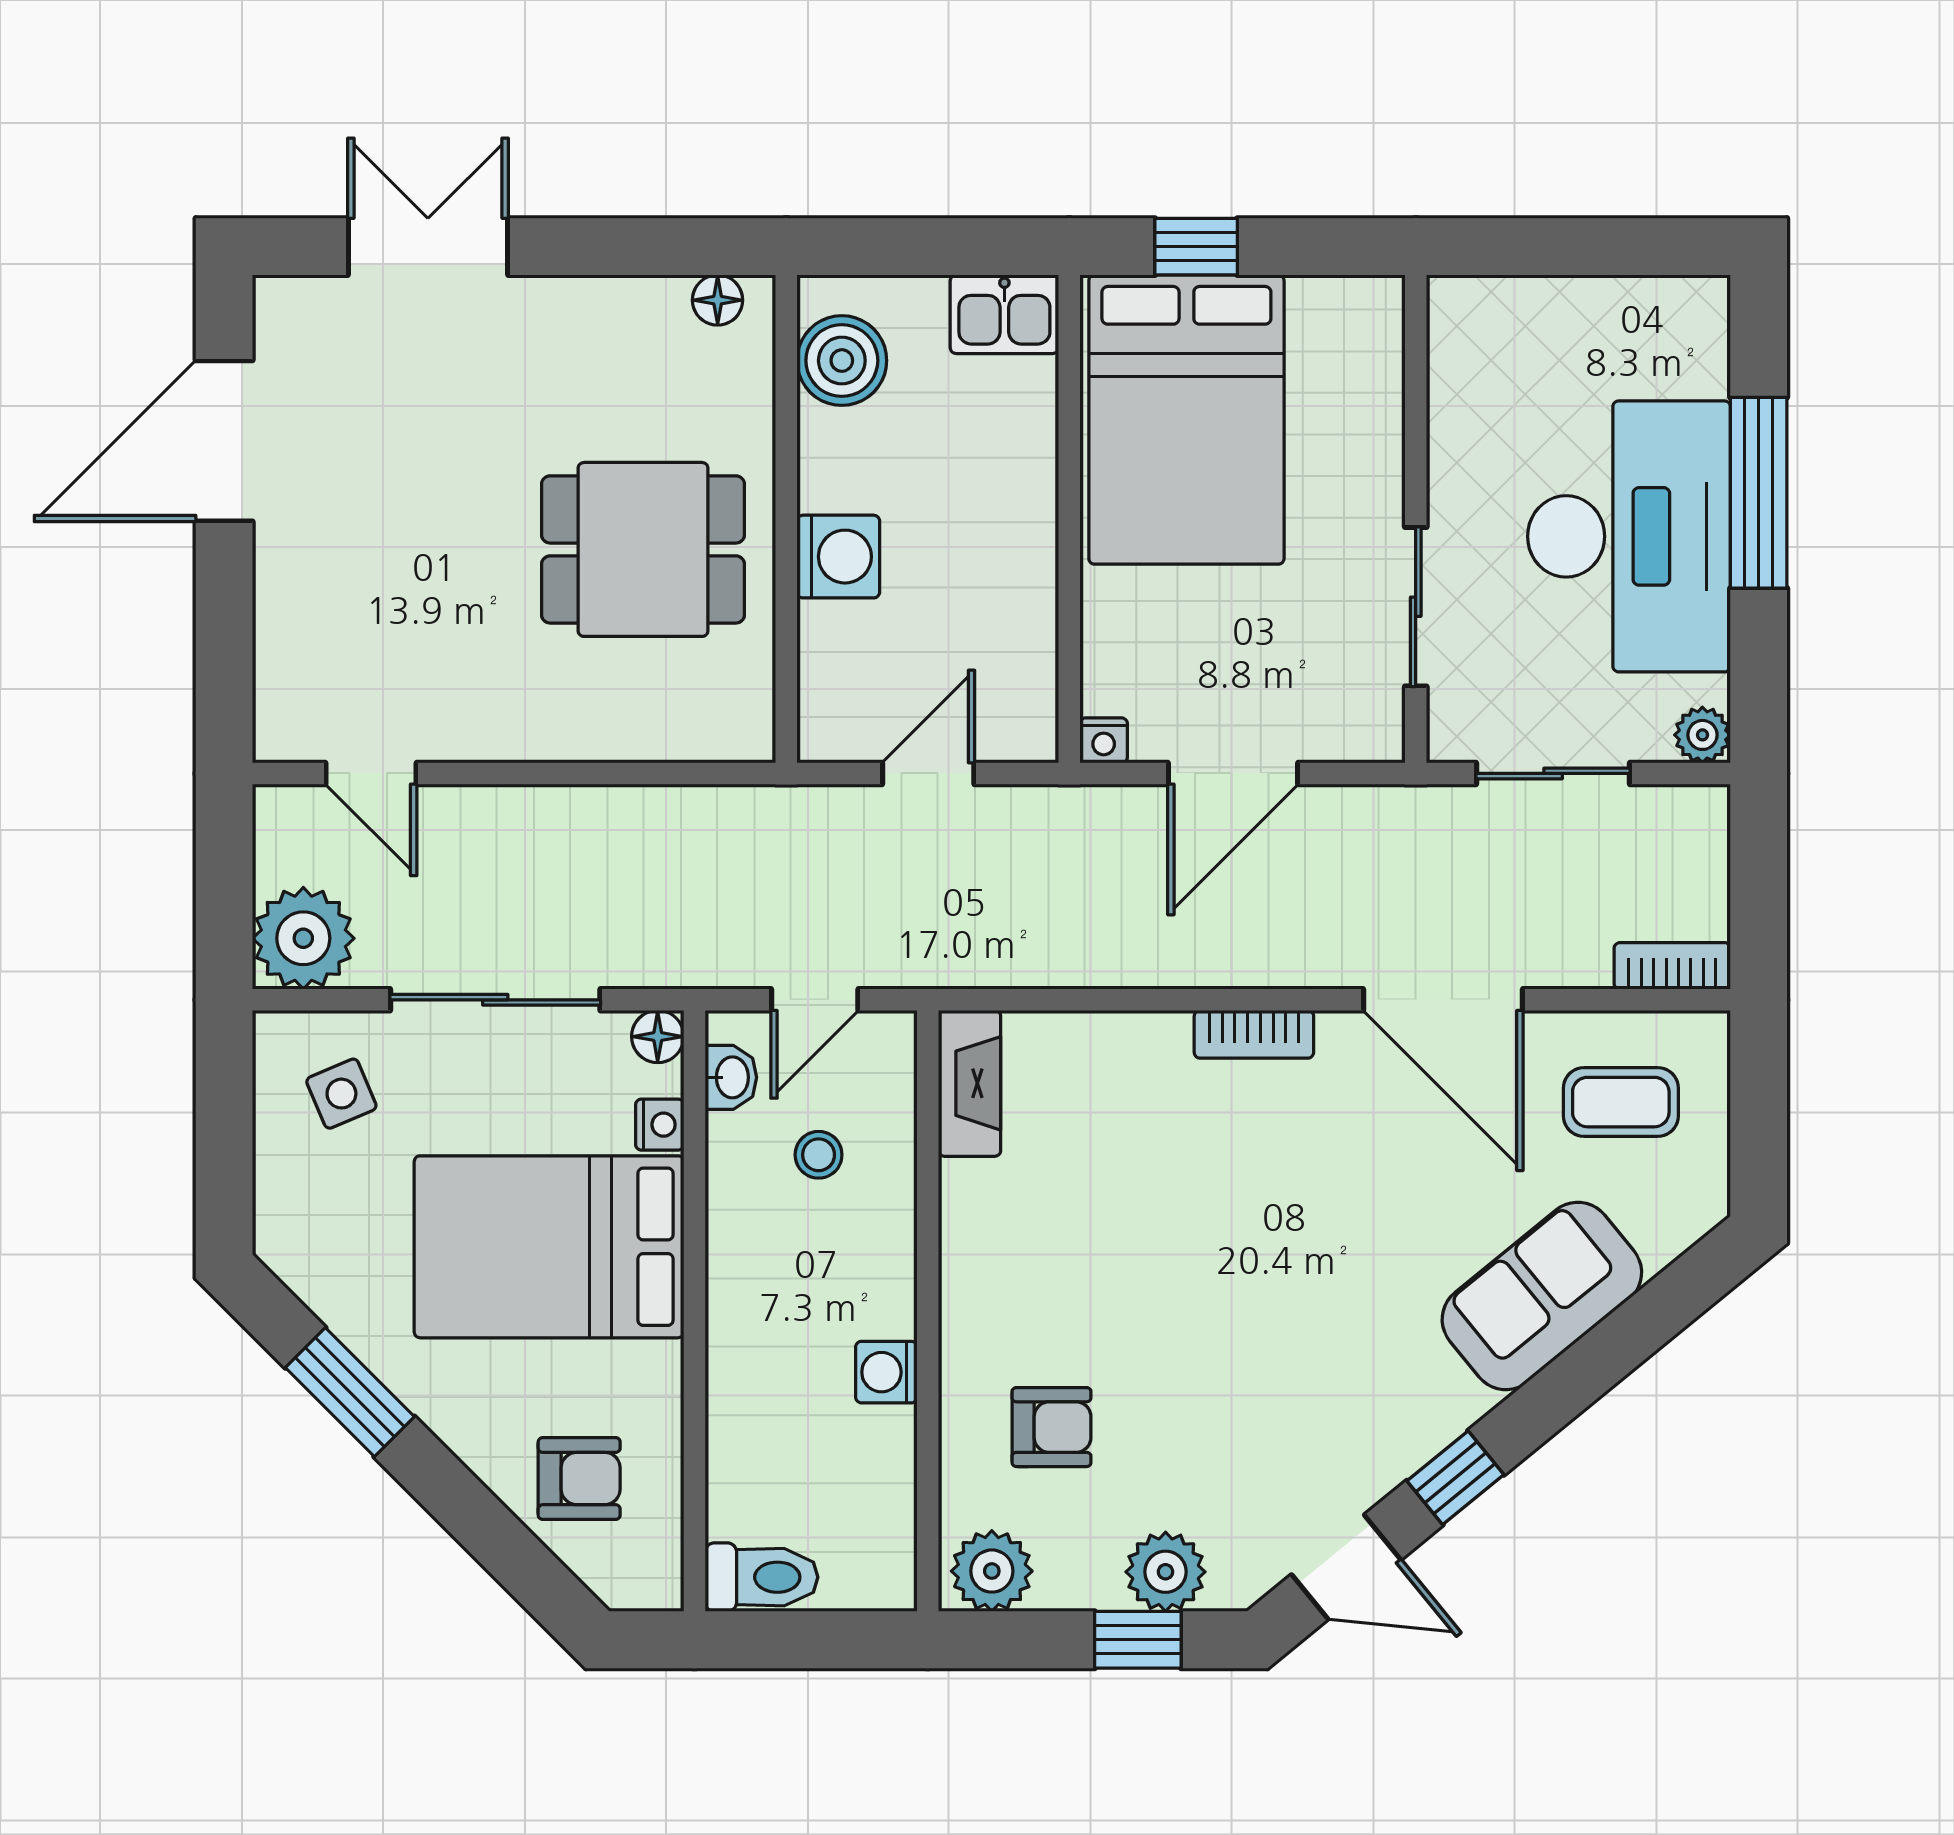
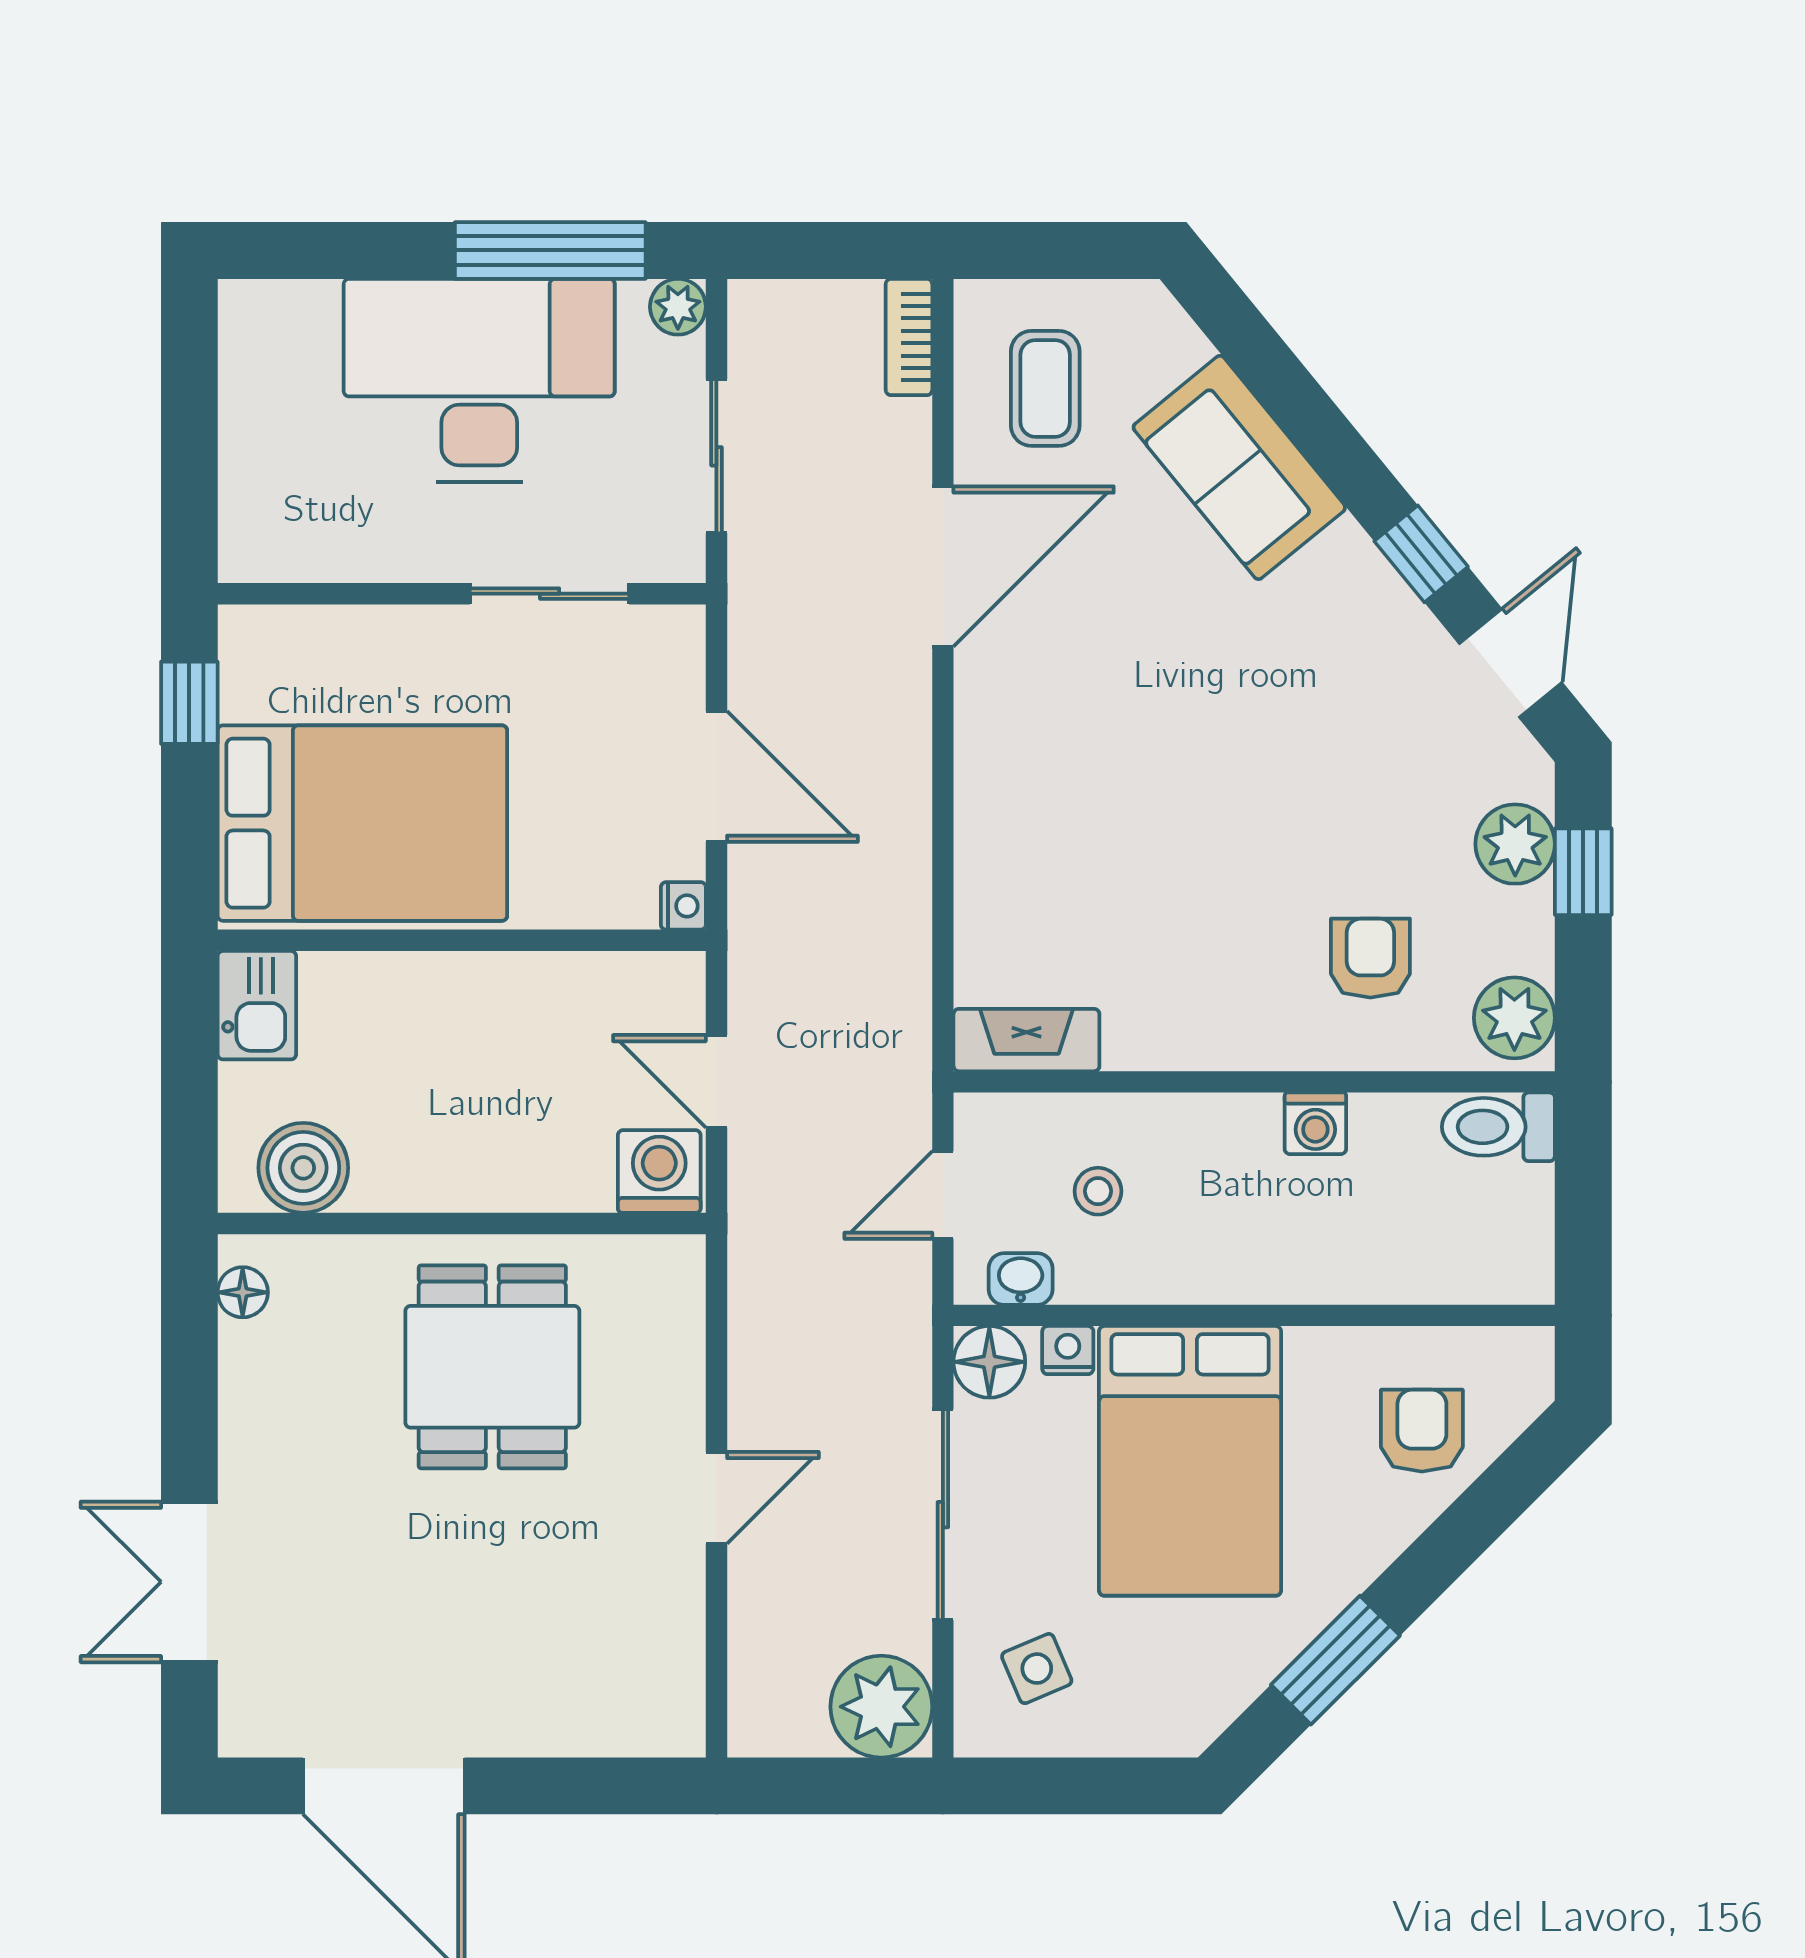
window: (1196, 247) -> (189, 703), moved
window: (1759, 493) -> (550, 250), moved
washing machine: (838, 557) -> (659, 1171), moved
door: (371, 773) -> (716, 1498), moved
door: (815, 1000) -> (943, 1195), swing flipped
bookcase: (1254, 1034) -> (977, 756), removed
floor lamp: (658, 1037) -> (989, 1362), width x1.37, depth x1.37
toilet: (761, 1577) -> (1498, 1127), moved, turned -90

